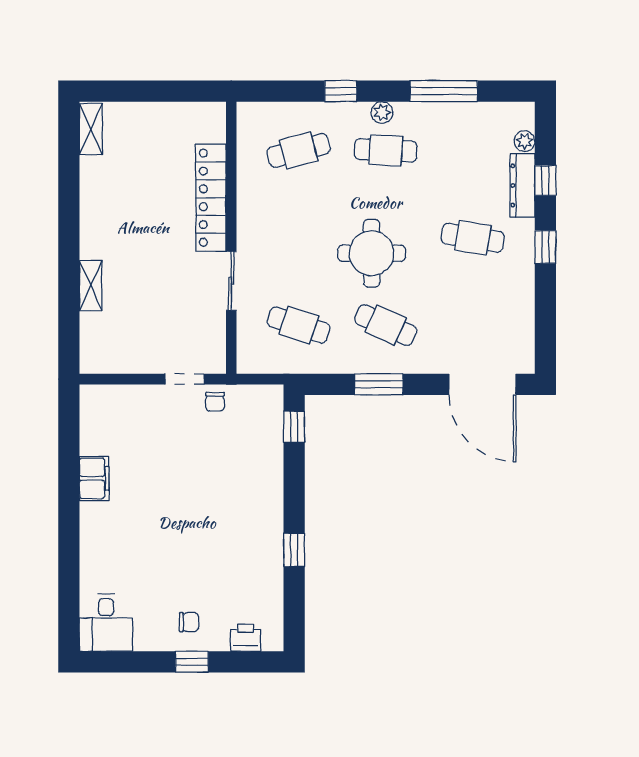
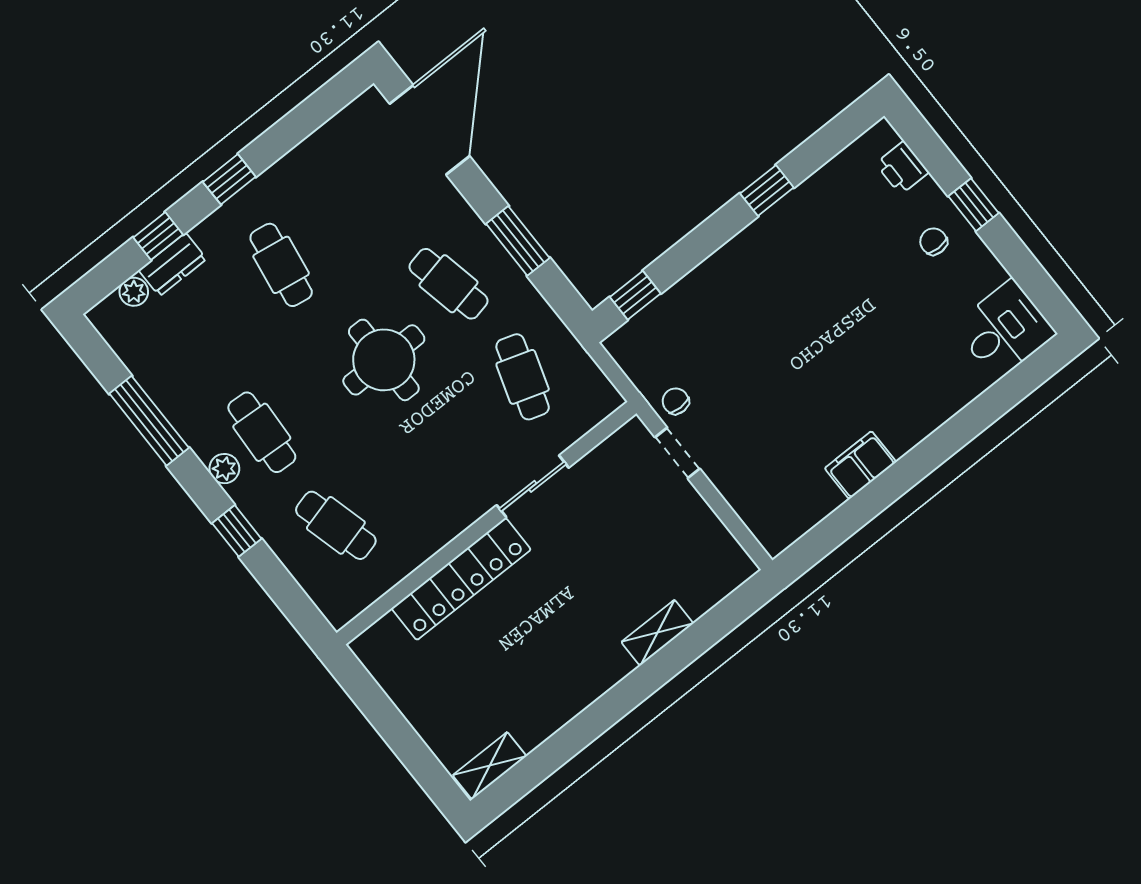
dresser: (522, 185) -> (173, 265), width x0.70
cafe table: (386, 325) -> (449, 284), turned -36
chair: (215, 402) -> (676, 401), turned -90

